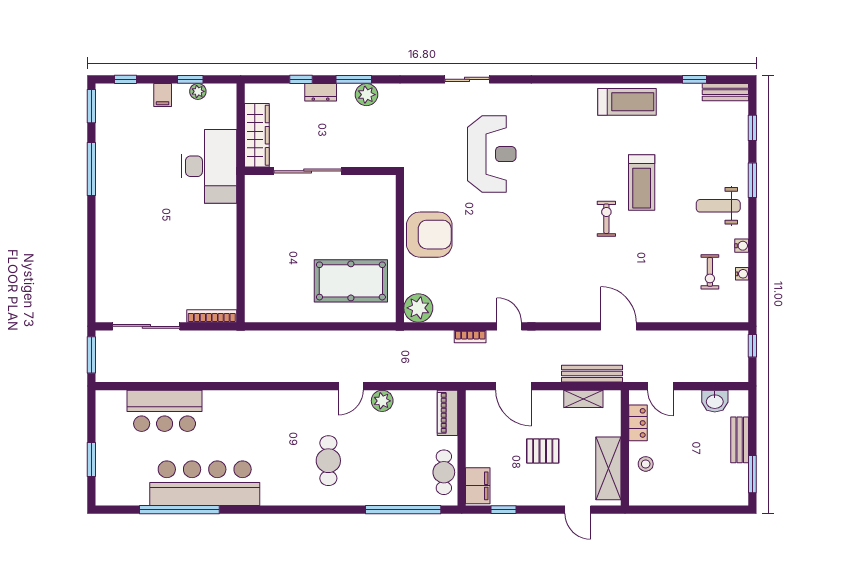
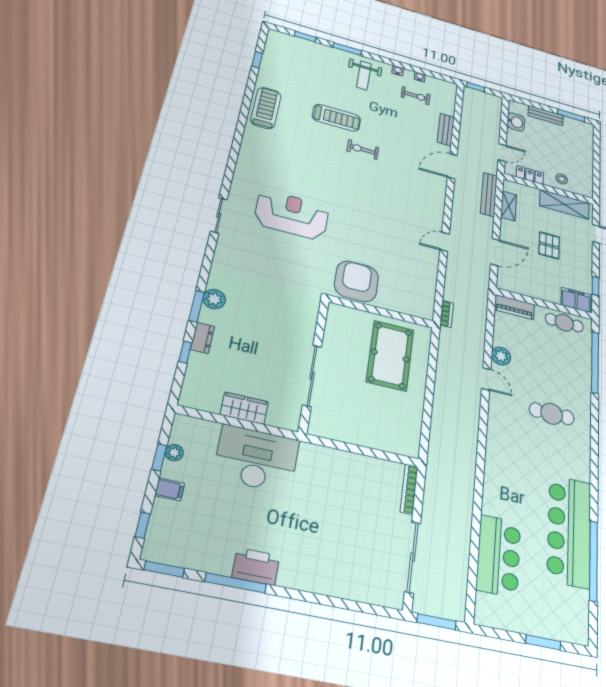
bench: (725, 92) -> (446, 130), moved
wardrobe: (257, 135) -> (244, 408), width x0.67
sliding door: (308, 171) -> (312, 376), moved
wall: (320, 171) -> (314, 365), moved
printer: (109, 184) -> (256, 566), added
plant: (418, 308) -> (421, 307), removed
bookcase: (470, 337) -> (447, 314), moved

